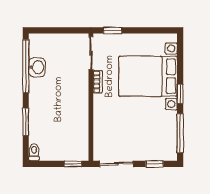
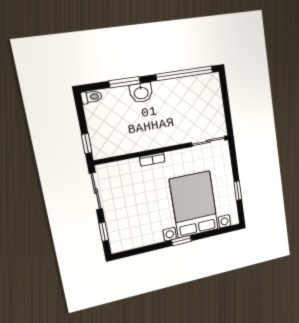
window: (113, 30) -> (238, 191), moved
washbasin: (37, 67) -> (141, 93), moved
bookcase: (98, 82) -> (152, 159), moved
window: (180, 133) -> (141, 250), removed

